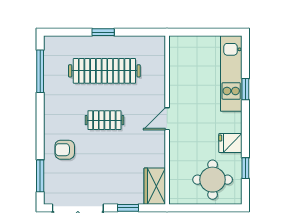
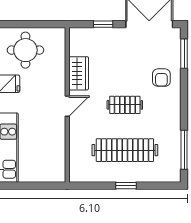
armchair: (65, 150) -> (161, 78), turned 90
wardrobe: (155, 186) -> (79, 73), moved

